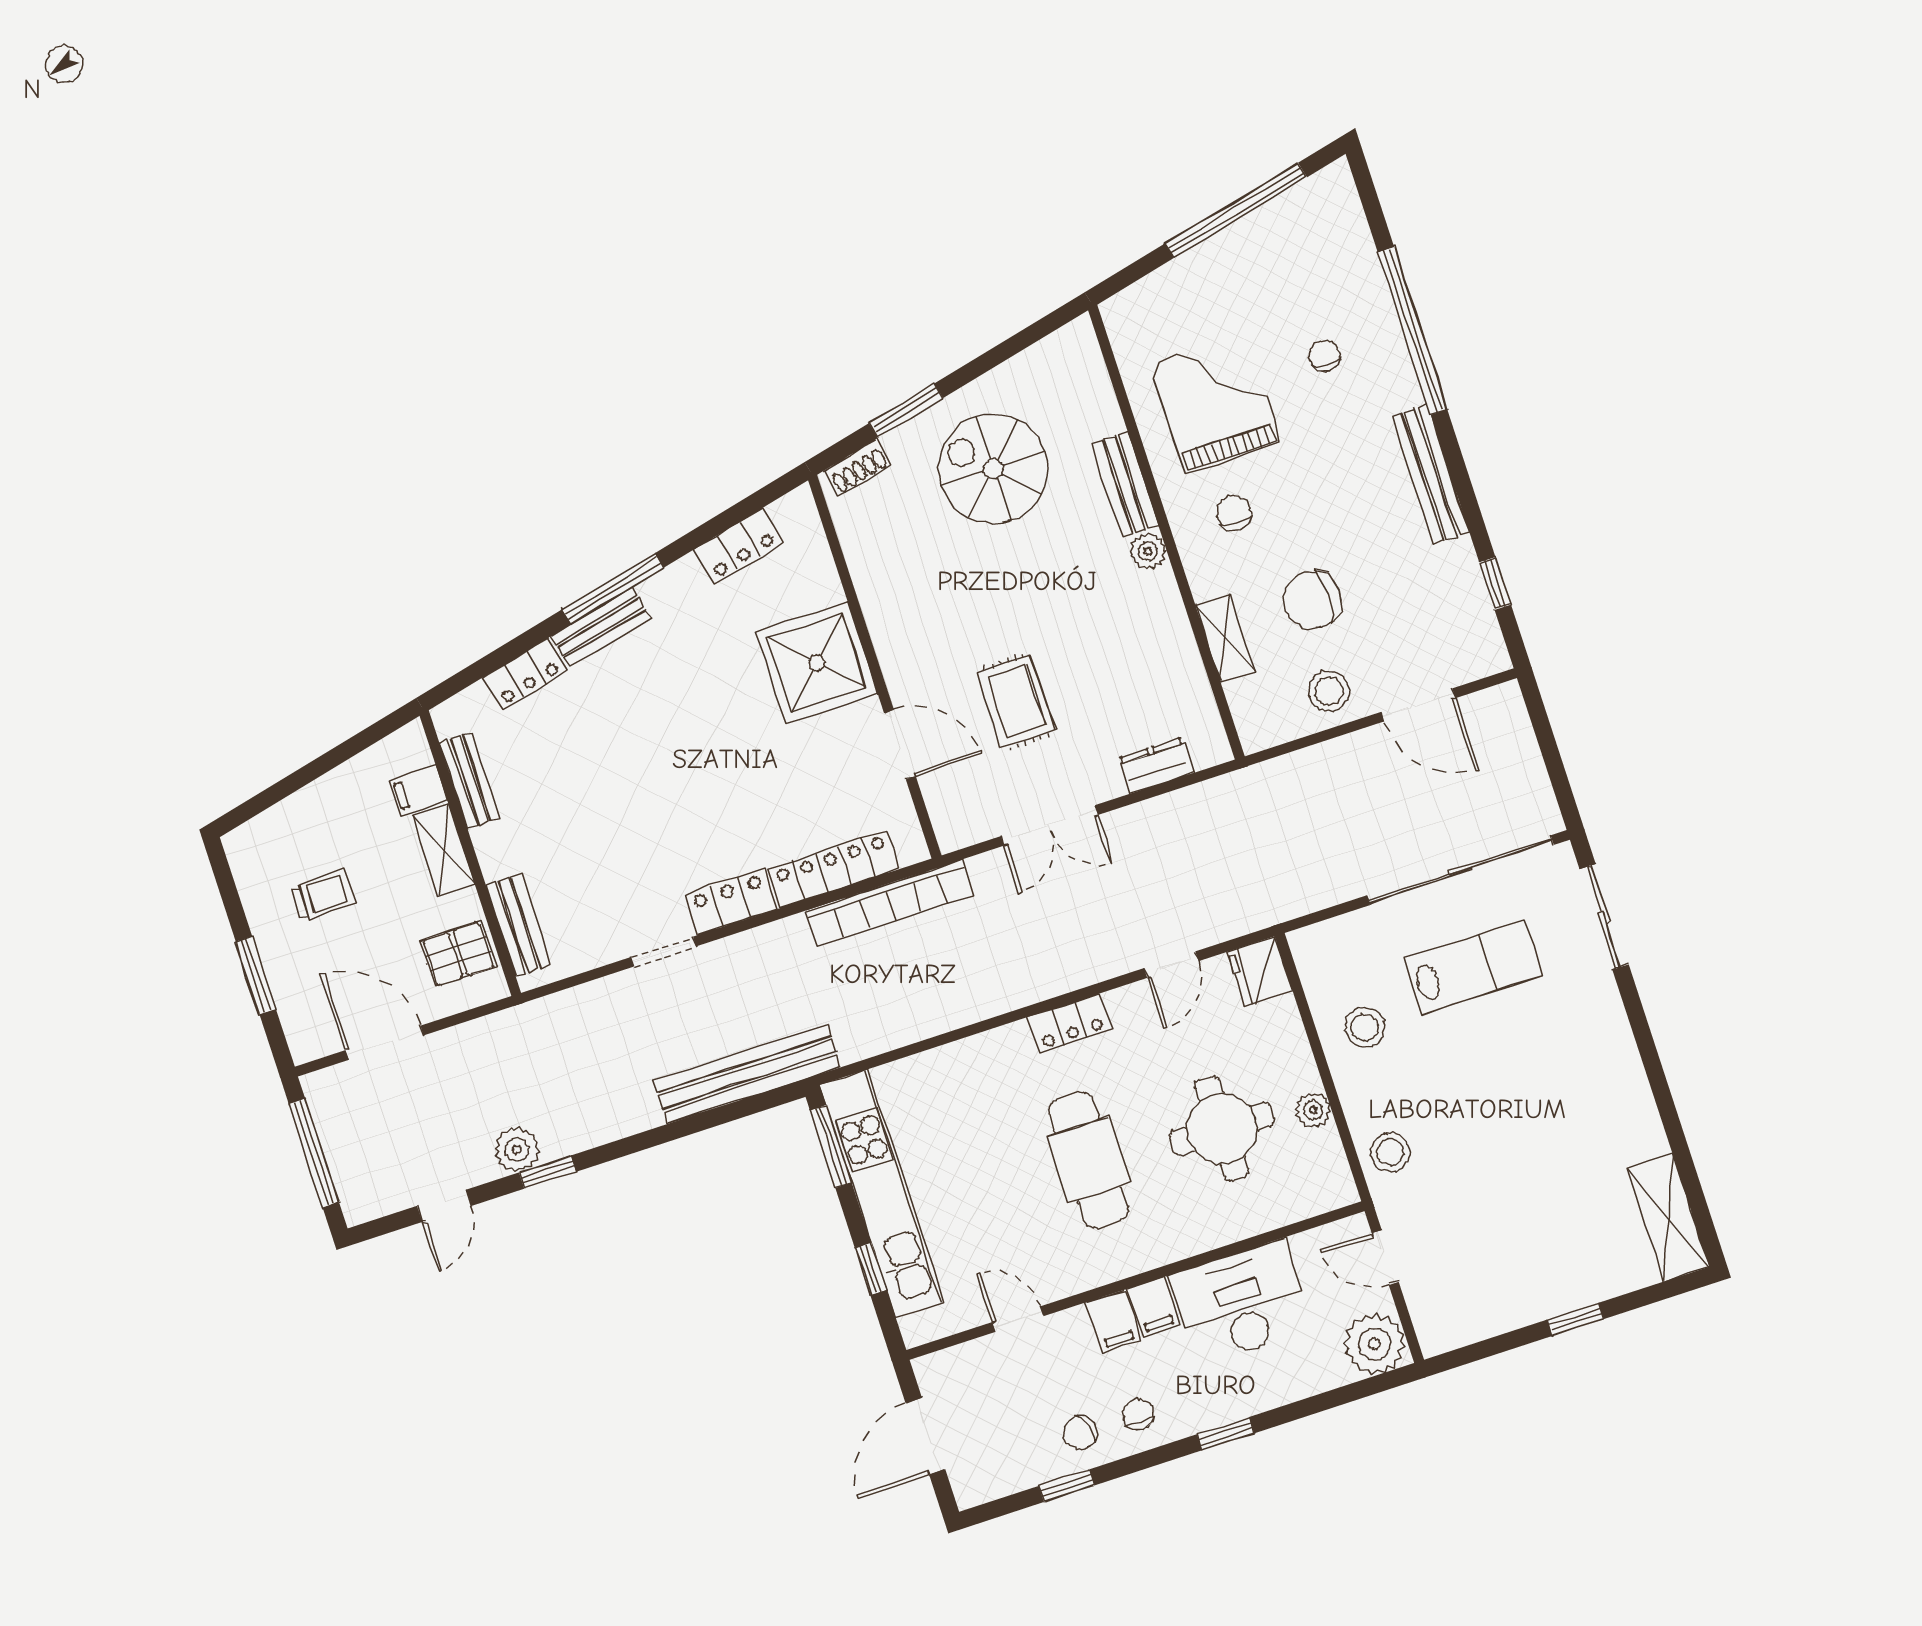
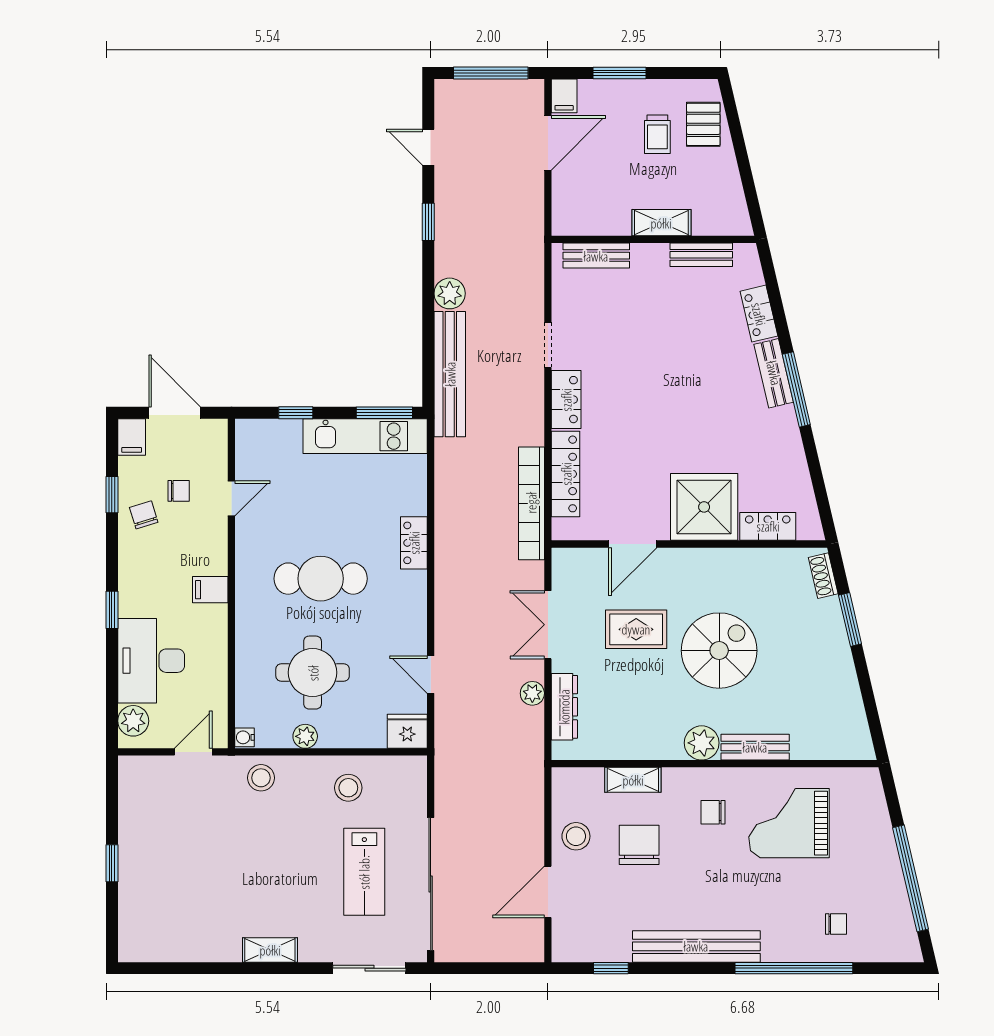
chair: (1325, 356) -> (836, 924), moved
grand piano: (1215, 403) -> (789, 823), turned 180
spiral stairs: (993, 469) -> (719, 651), moved
bench: (1430, 474) -> (696, 946), width x1.37, depth x1.21
chair: (1234, 513) -> (713, 812), turned 180
locker: (738, 546) -> (768, 526), moved, turned 103
plant: (1148, 551) -> (702, 743), width x1.38, depth x1.38
dresser: (1155, 766) -> (564, 707), width x1.44
filing cabinet: (418, 790) -> (564, 96), moved, turned 180
plant: (1151, 816) -> (532, 693), added
pallet: (458, 954) -> (703, 124), moved
locker: (1070, 1023) -> (414, 543), moved
plant: (517, 1149) -> (450, 293), moved
water cooler: (1342, 1193) -> (245, 737), added
kitchen unit: (882, 1194) -> (365, 436), width x0.73
shelving: (1668, 1217) -> (270, 950), moved, width x0.67, depth x0.75
desk: (1241, 1303) -> (151, 661), moved, turned 180
filing cabinet: (1113, 1321) -> (132, 437), moved, turned -90
plant: (1374, 1344) -> (133, 721), width x0.73, depth x0.73
chair: (1138, 1414) -> (179, 491), moved

